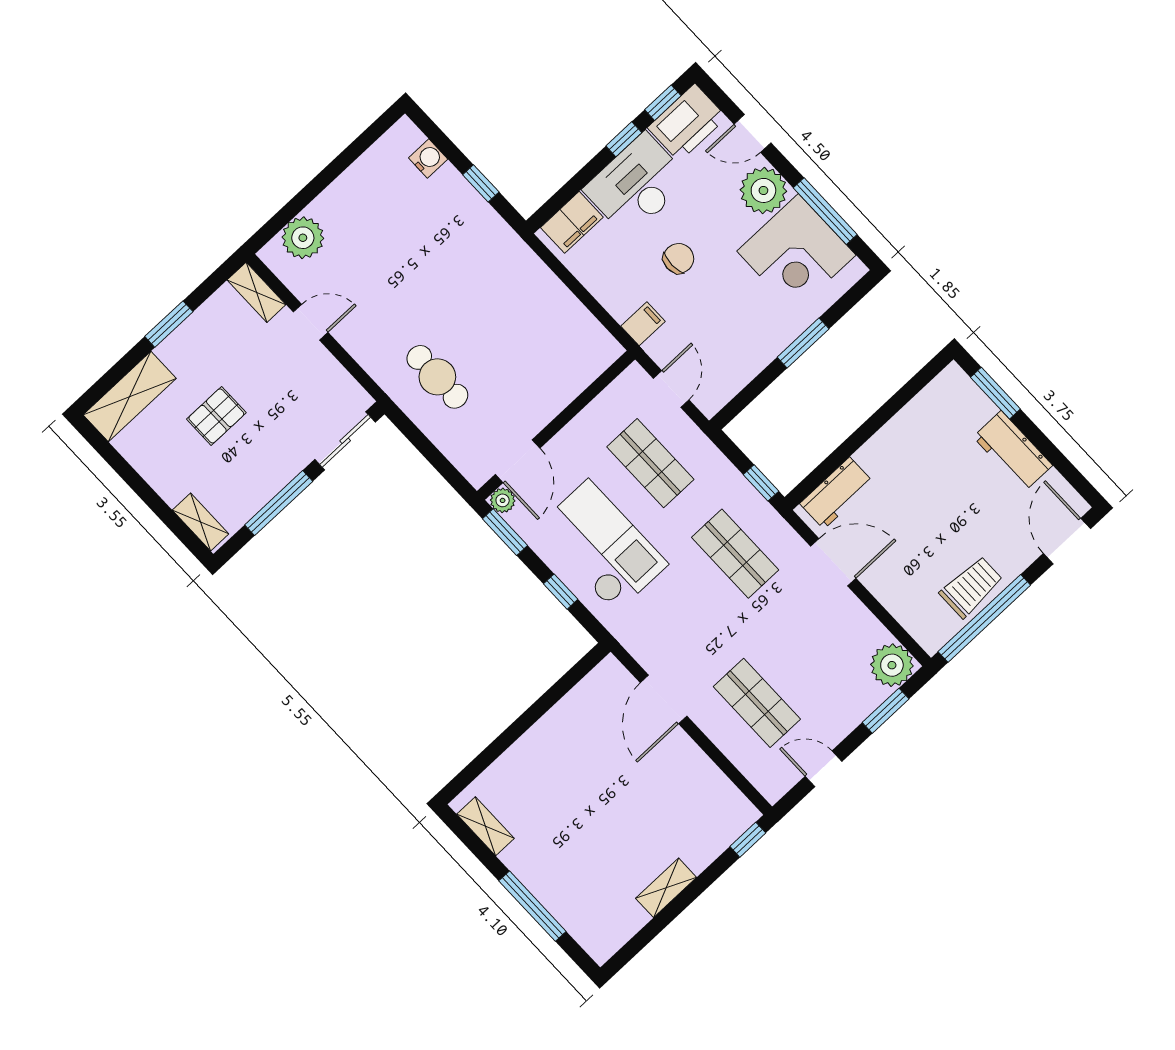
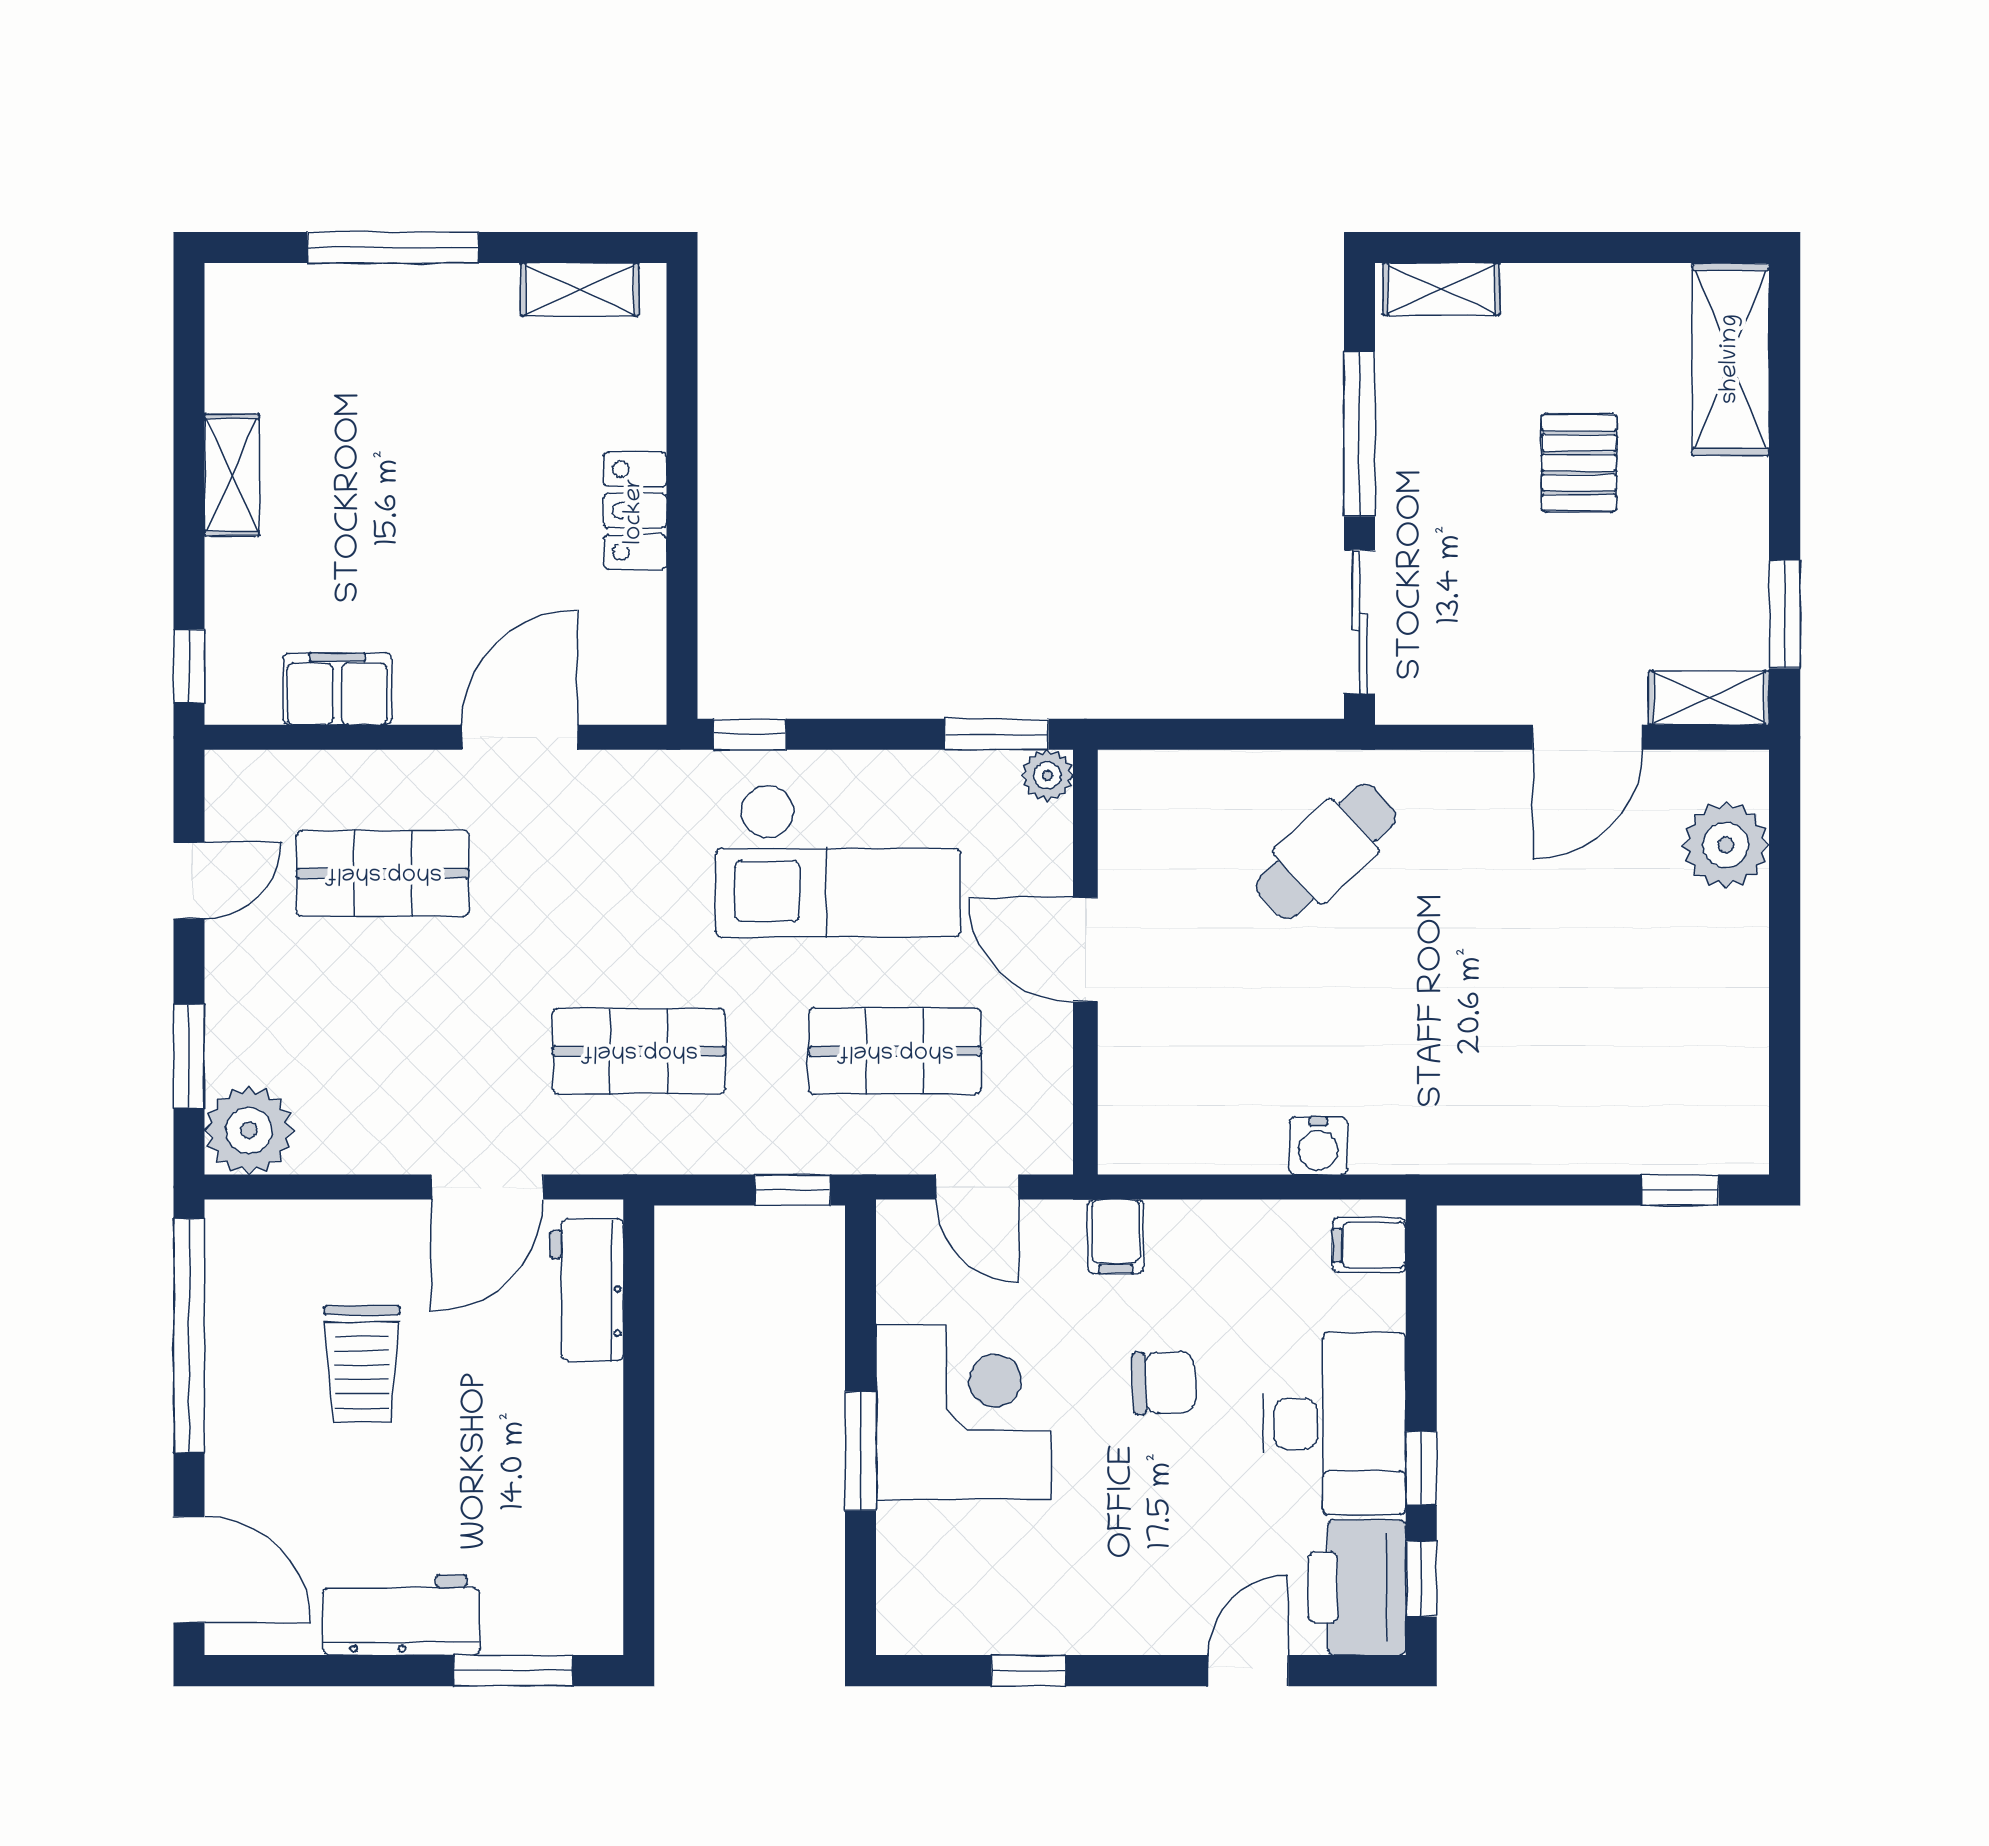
water cooler: (428, 159) -> (1318, 1146), moved
window: (481, 183) -> (1680, 1190), moved
plant: (763, 190) -> (1147, 1607), removed
window: (825, 211) -> (1028, 1671), width x0.46
filing cabinet: (572, 222) -> (1369, 1245), width x0.50
corner desk: (796, 253) -> (963, 1412), moved, turned 90
chair: (679, 258) -> (1164, 1383), turned -92
door: (311, 322) -> (1587, 737), width x1.38
window: (169, 324) -> (1785, 614), moved
cafe table: (437, 377) -> (1326, 851), turned -43
door: (518, 461) -> (1085, 950), moved
window: (761, 483) -> (793, 1190), moved
trolley: (971, 587) -> (362, 1364), moved
window: (561, 592) -> (750, 734), moved
door: (664, 699) -> (520, 737), hinge flipped
locker: (545, 734) -> (635, 511), added
filing cabinet: (707, 780) -> (337, 689), added

